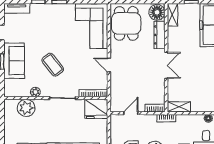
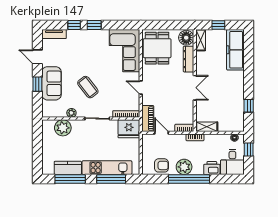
piano: (116, 98) -> (148, 119), added
door: (131, 113) -> (161, 133), hinge flipped

